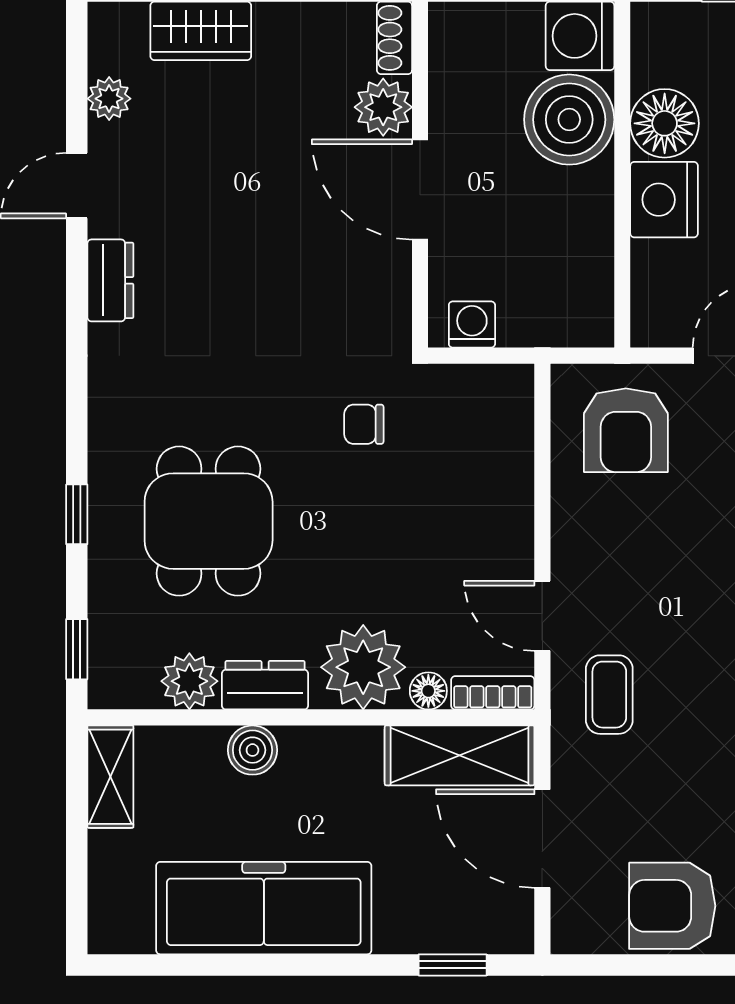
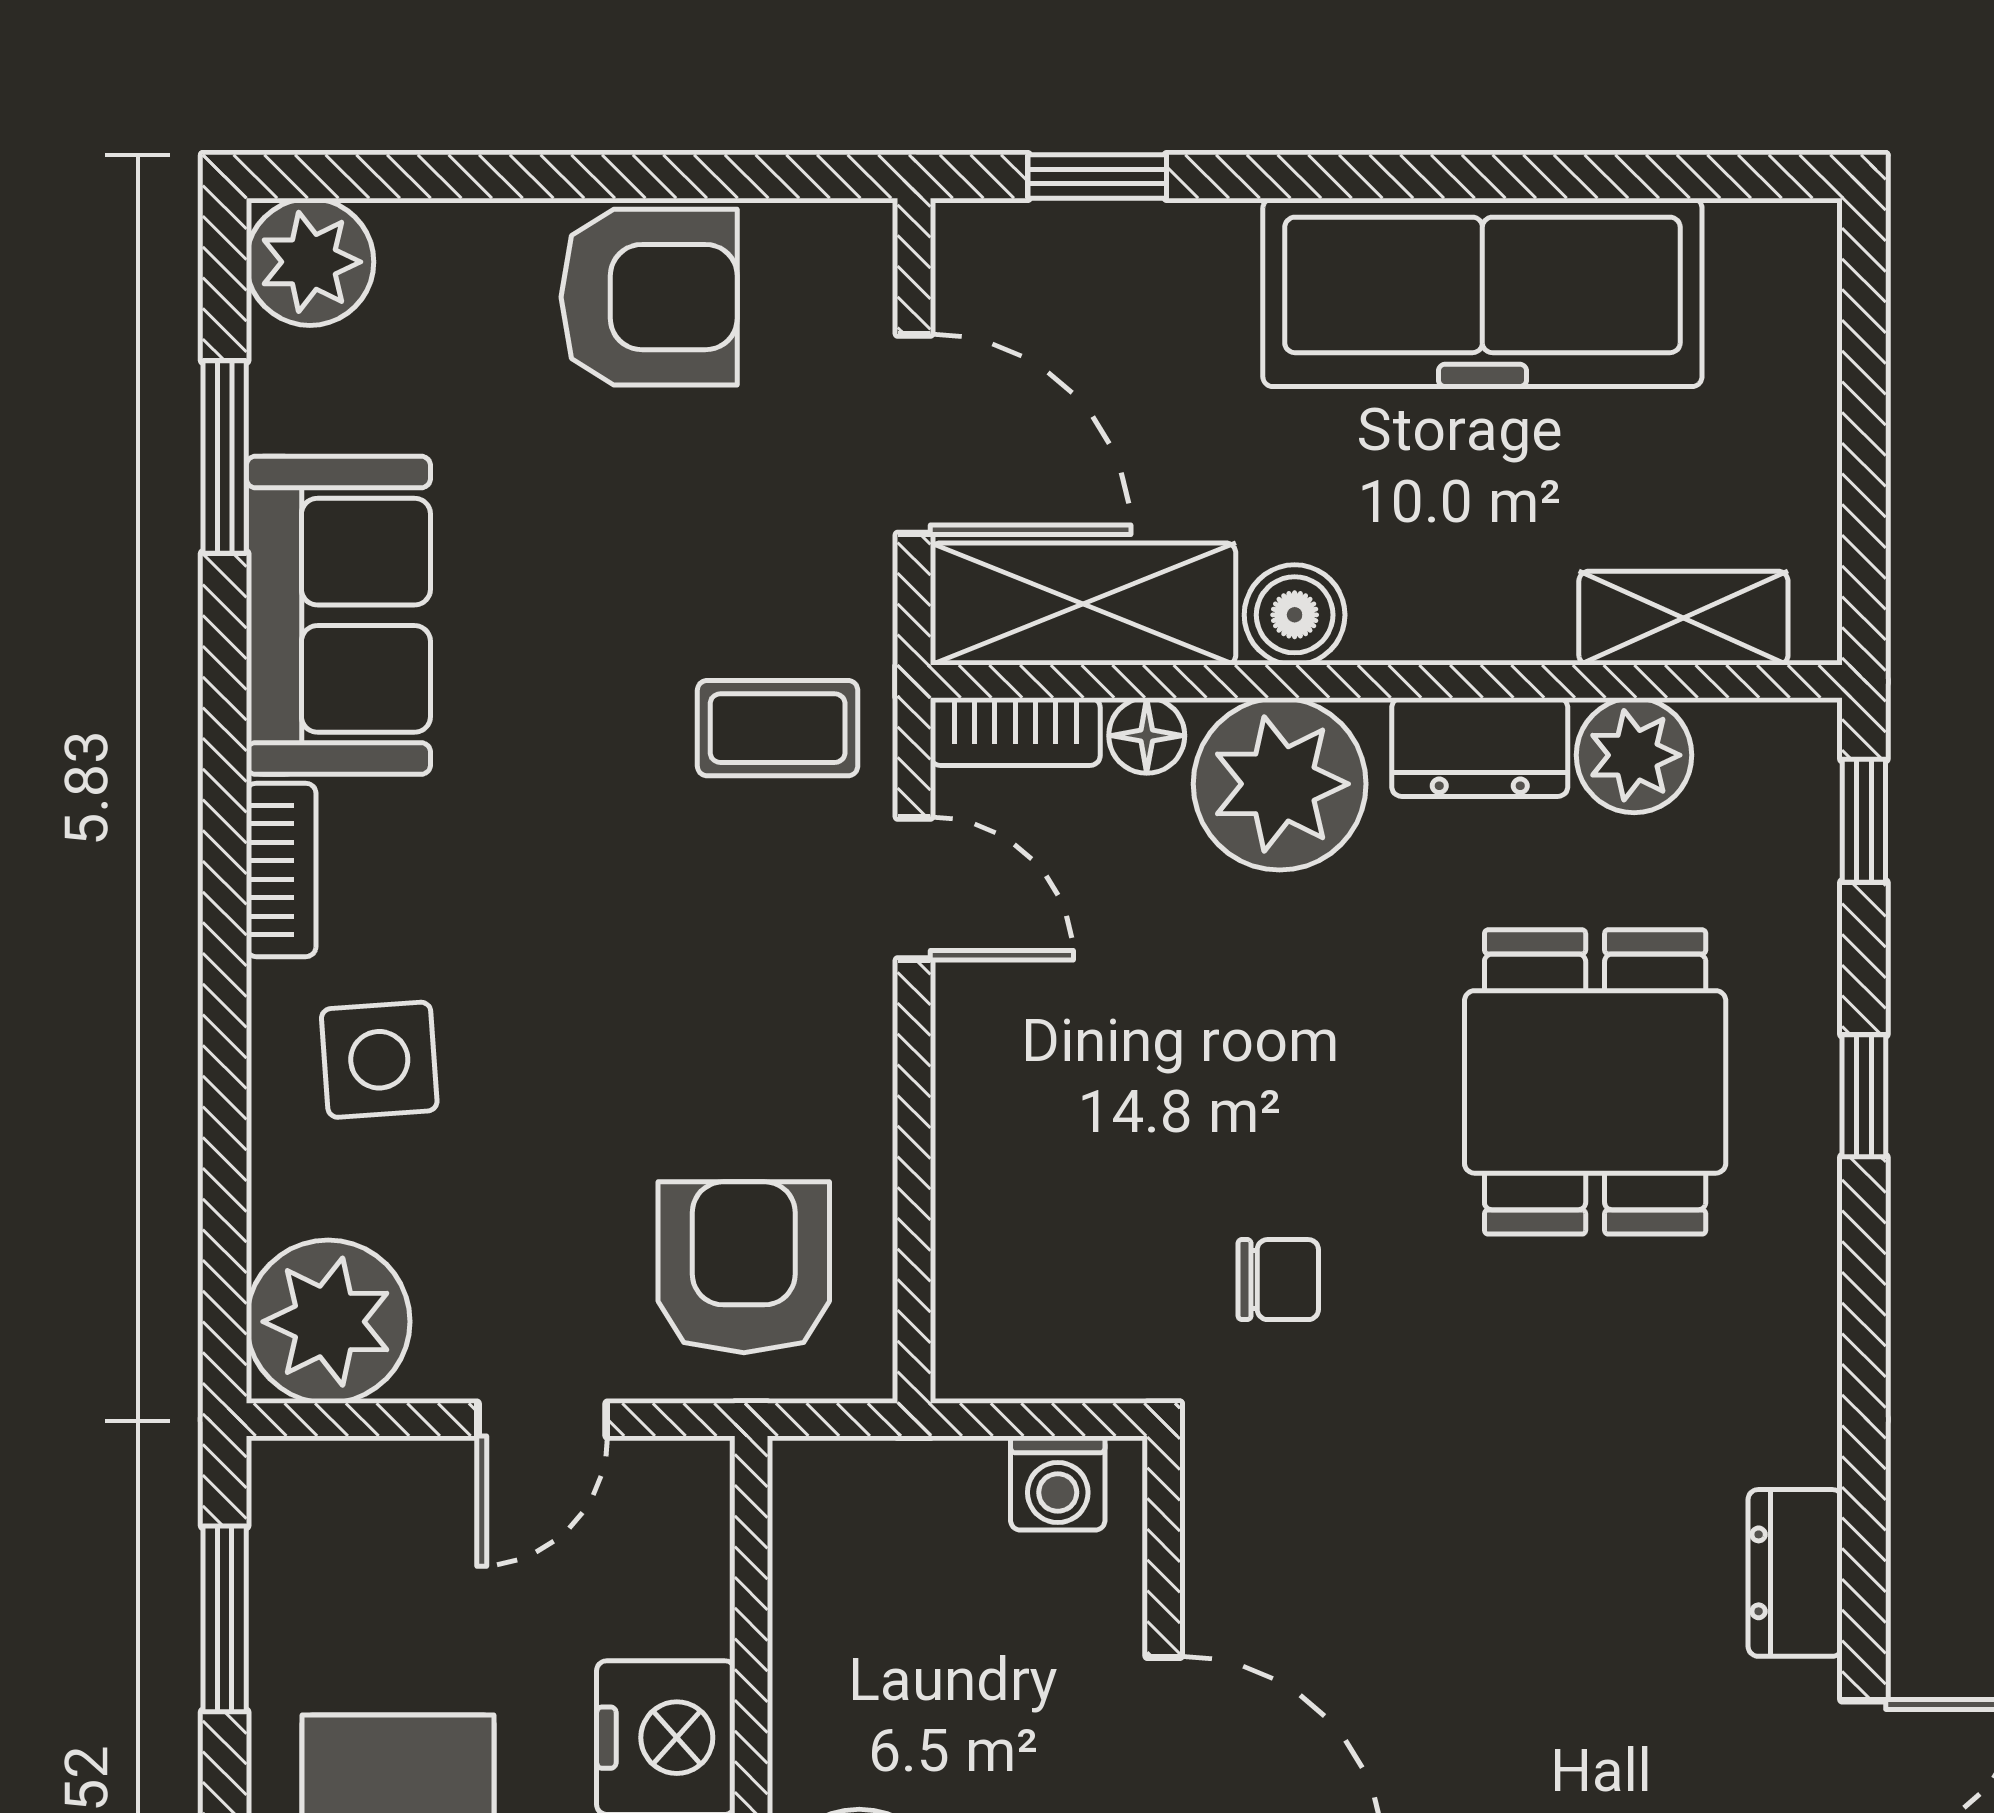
coffee table: (609, 695) -> (778, 728), turned 90
boiler: (252, 750) -> (1295, 615), moved
shelving: (110, 777) -> (1683, 618), moved, turned 90

